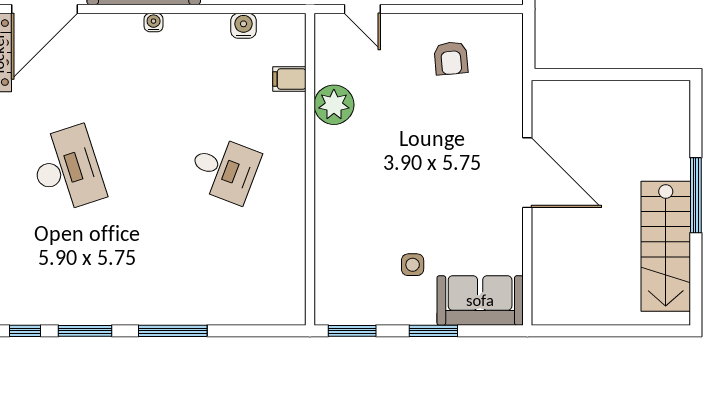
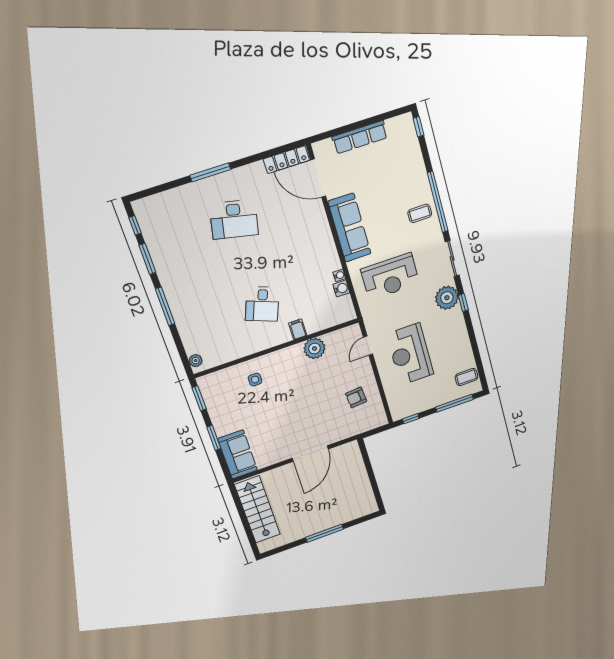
water cooler: (154, 23) -> (339, 275), moved
filing cabinet: (289, 79) -> (298, 329), moved
desk: (67, 169) -> (234, 219), turned 30
stairs: (666, 246) -> (258, 510), moved, turned 90
side table: (413, 265) -> (255, 380), moved
plant: (283, 314) -> (196, 361), added

